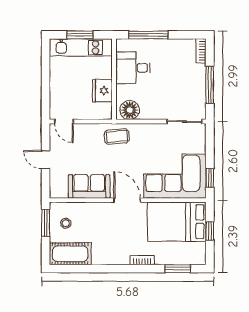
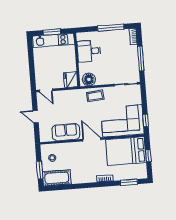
window: (148, 35) -> (111, 27), moved
fridge: (102, 91) -> (71, 80), moved
coffee table: (117, 136) -> (95, 96), moved
window: (46, 223) -> (40, 170), moved

